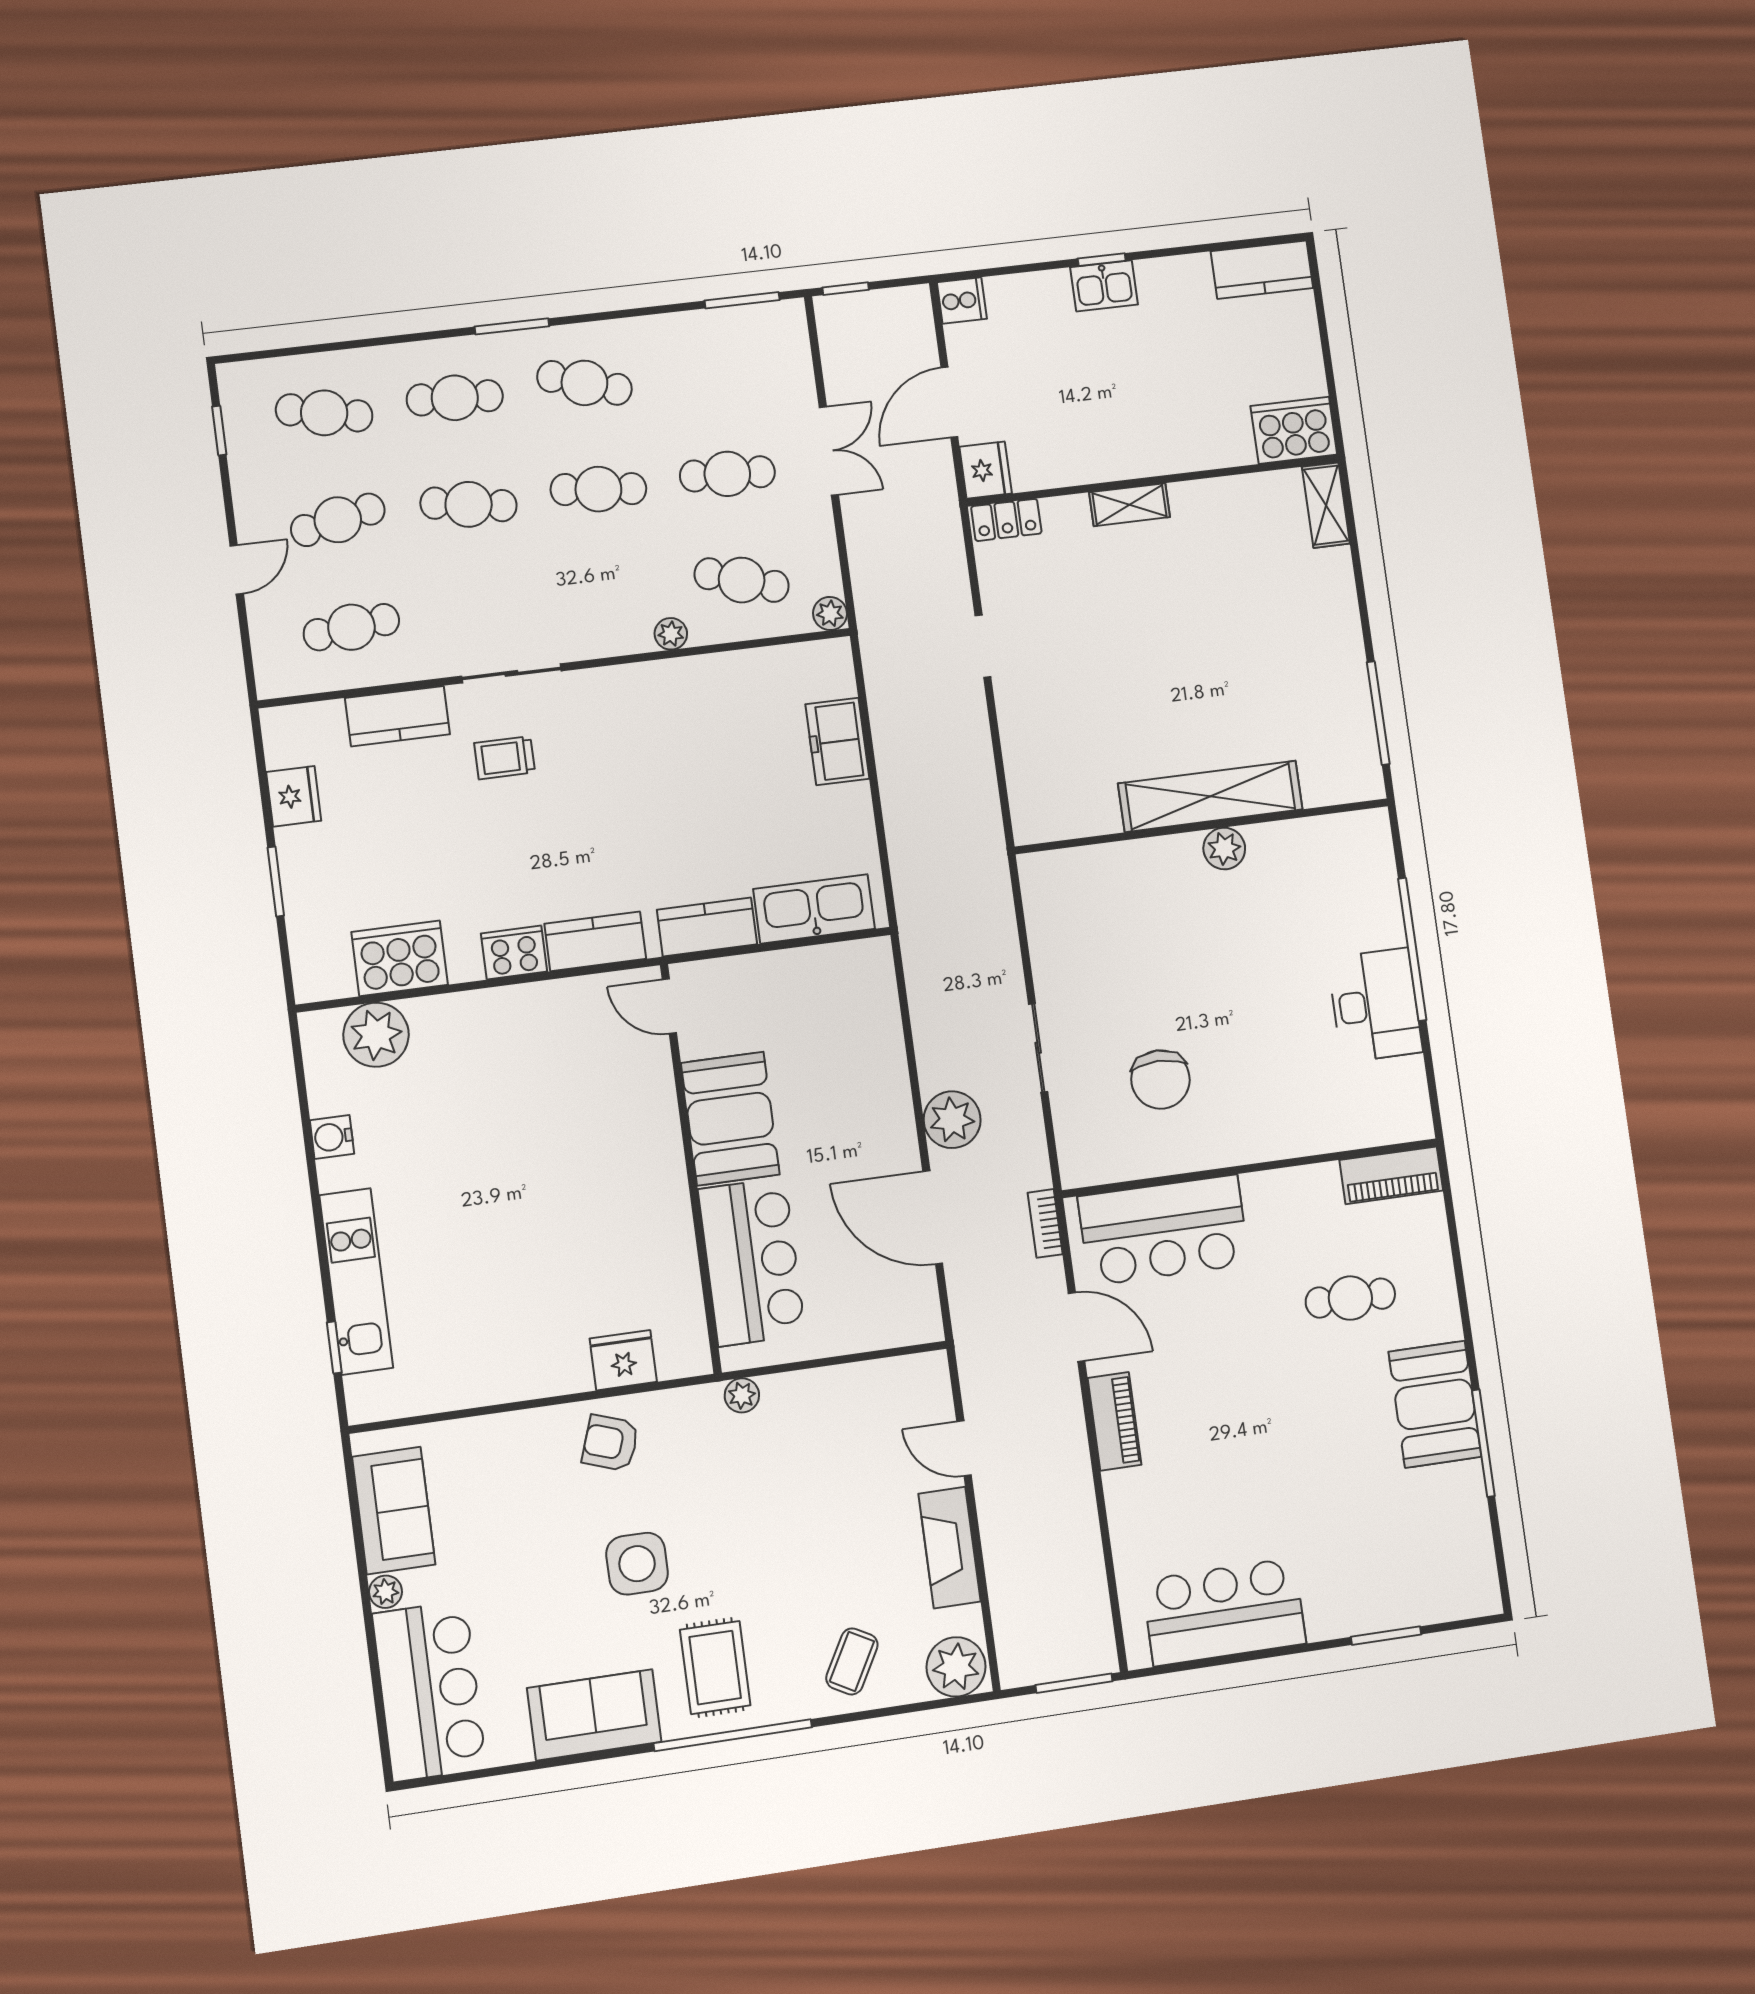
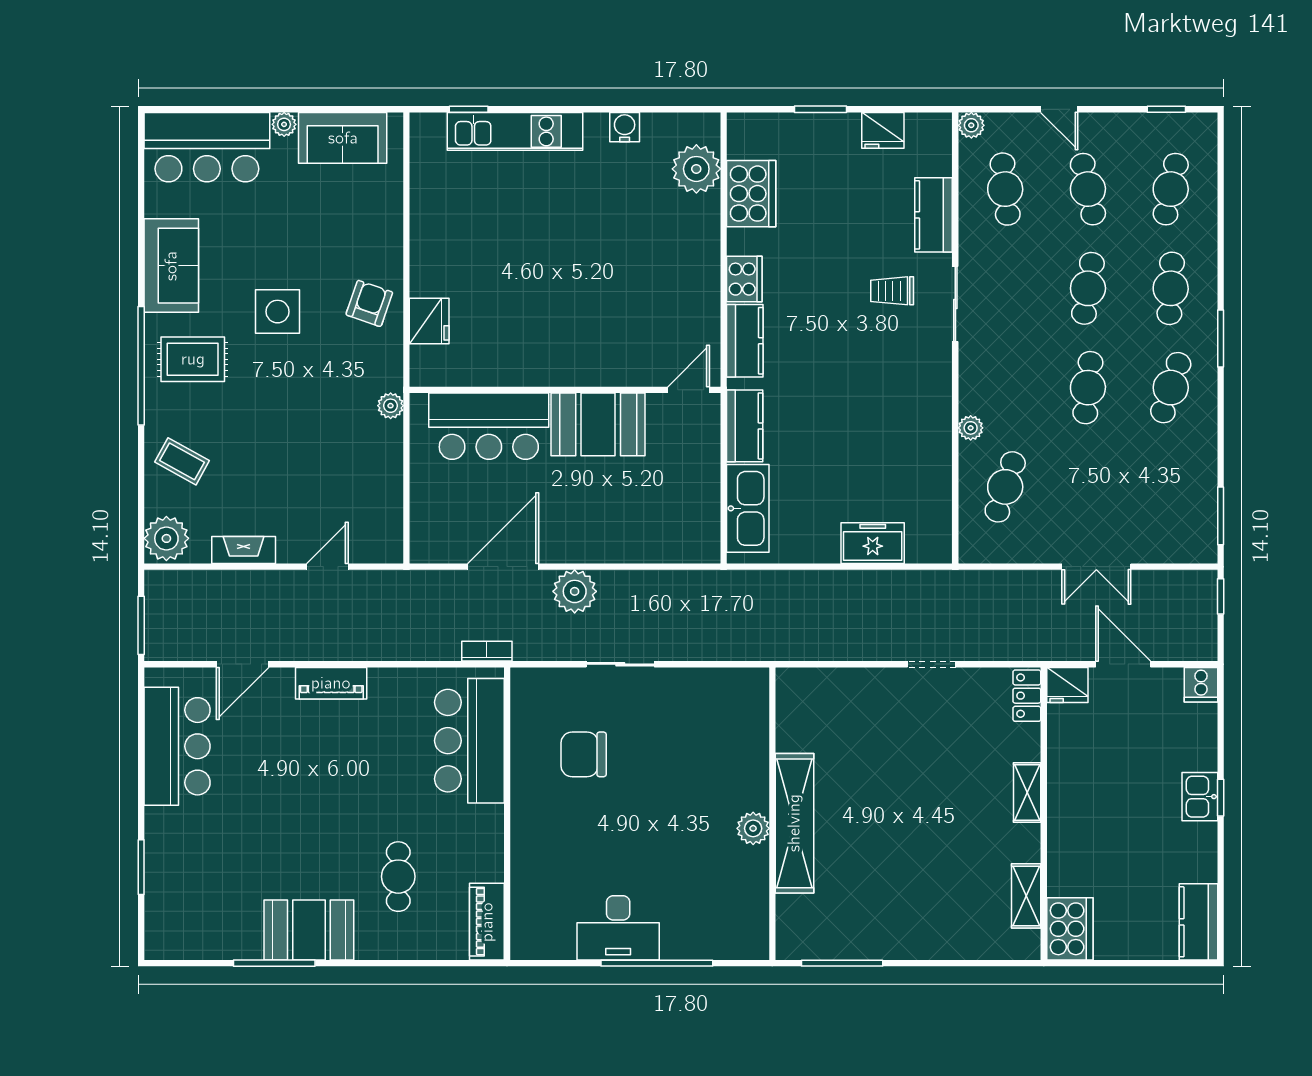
cafe table: (727, 474) -> (1088, 487), removed
shelving: (1326, 505) -> (1026, 896), moved, turned 90
plant: (830, 614) -> (971, 125), moved
trolley: (505, 758) -> (892, 291), turned -90
door: (1077, 1327) -> (243, 664), moved
fireplace: (950, 1548) -> (244, 550), width x0.73, depth x0.76

